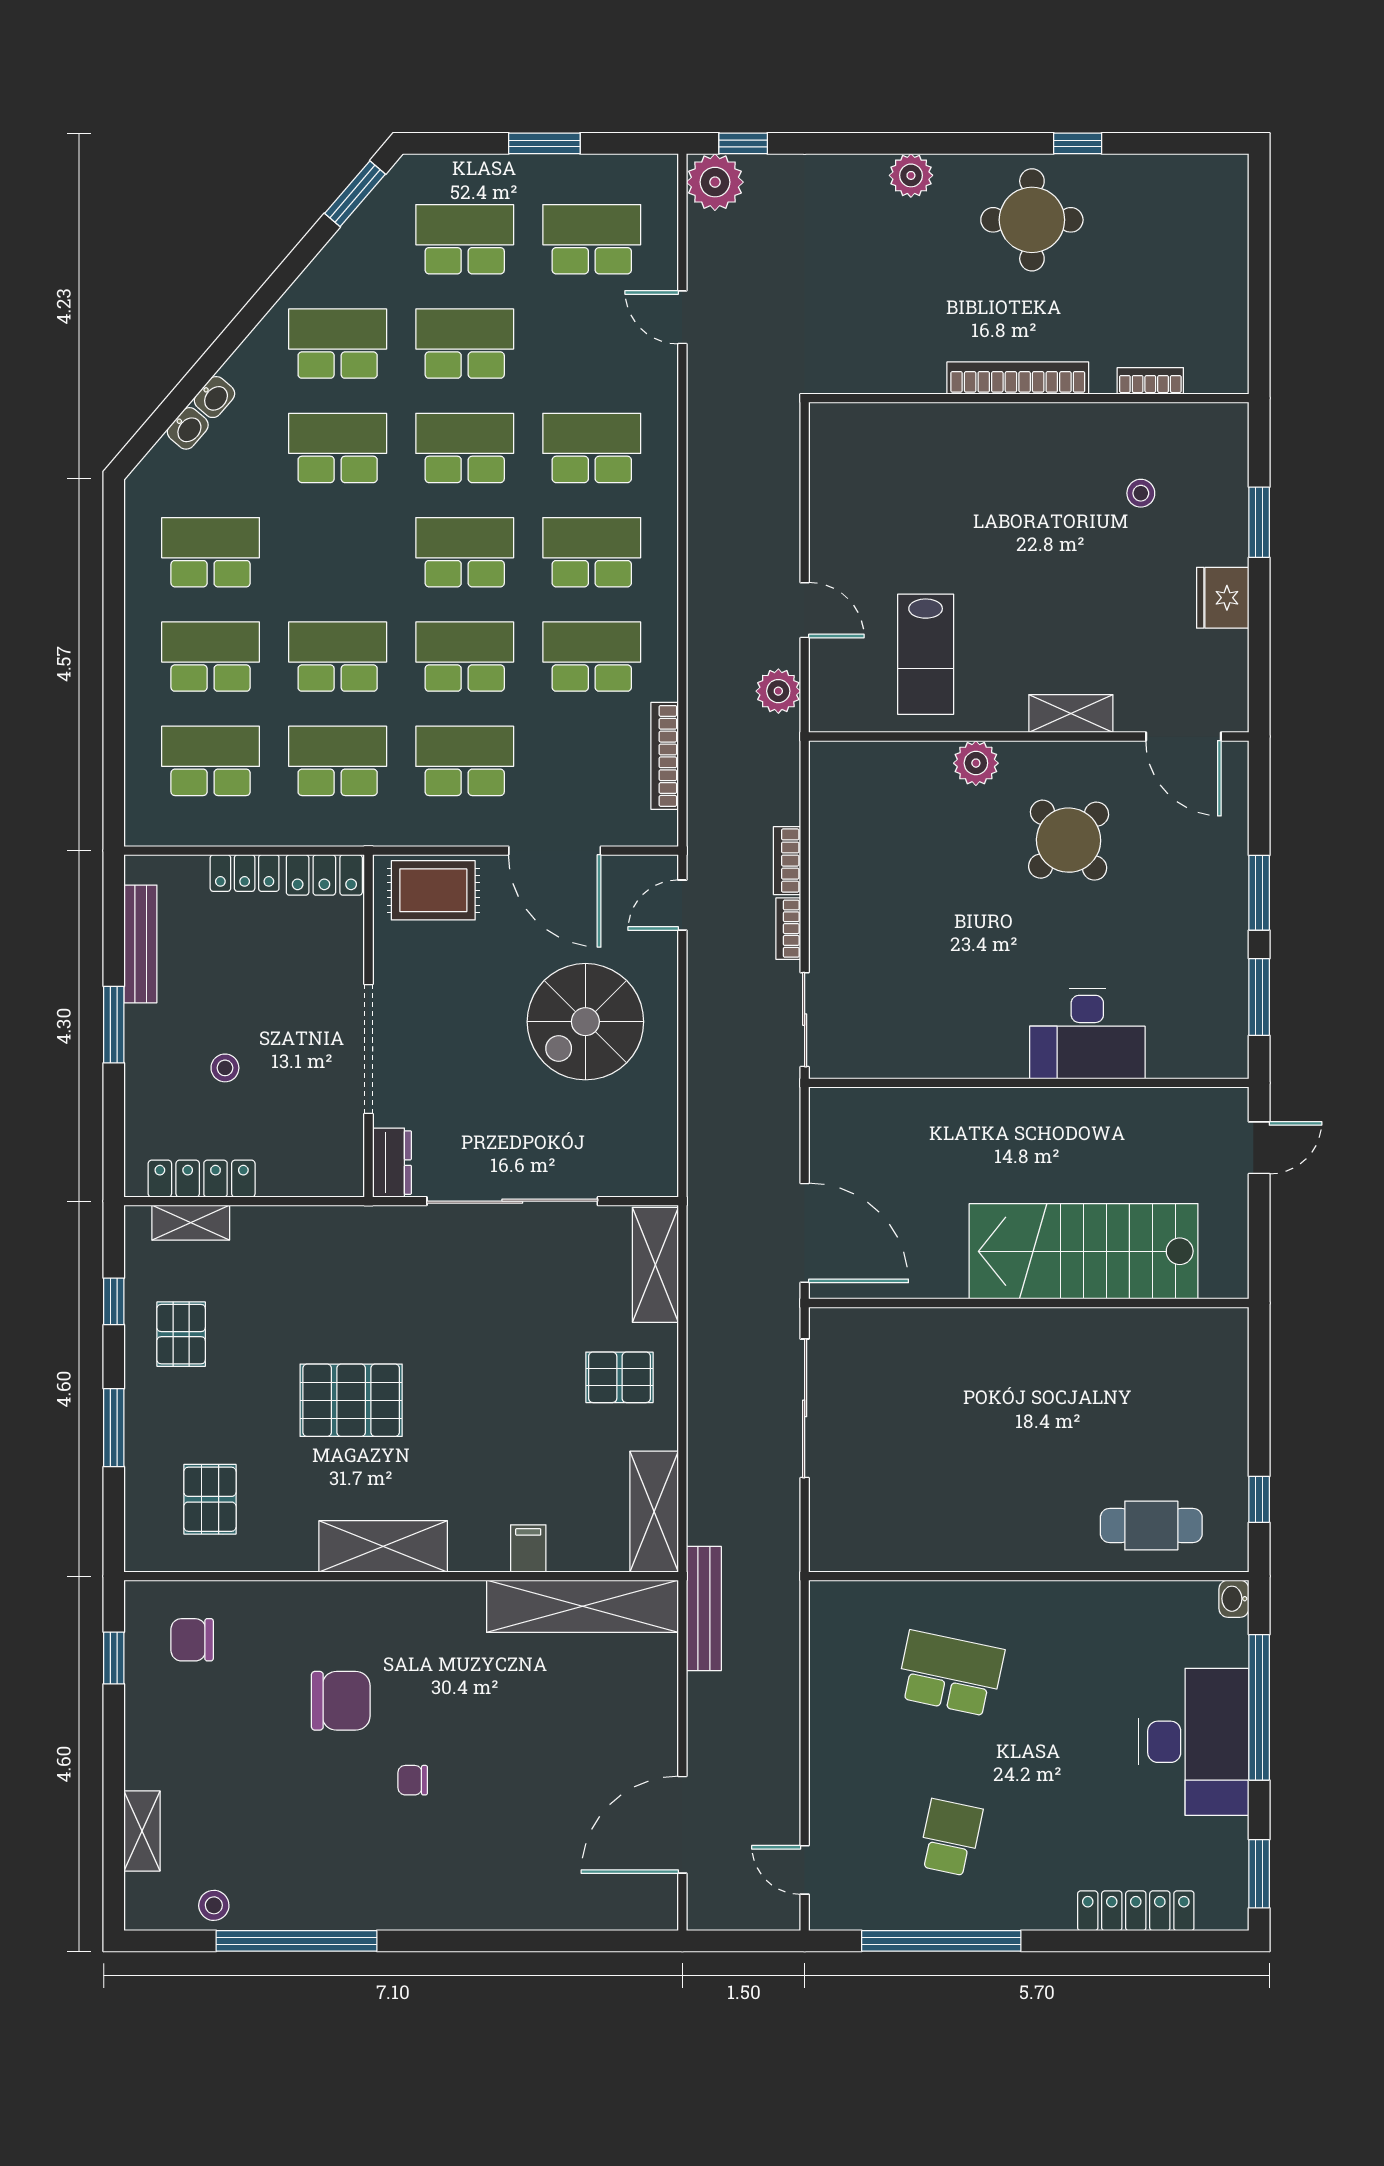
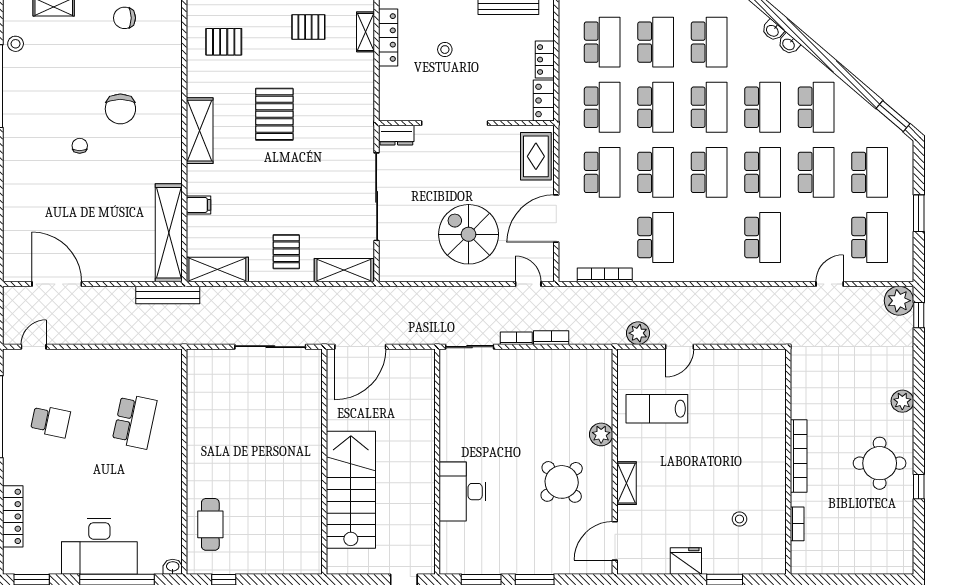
school desk: (592, 552) -> (709, 107), moved
chair: (192, 1640) -> (124, 18), moved, turned -90

